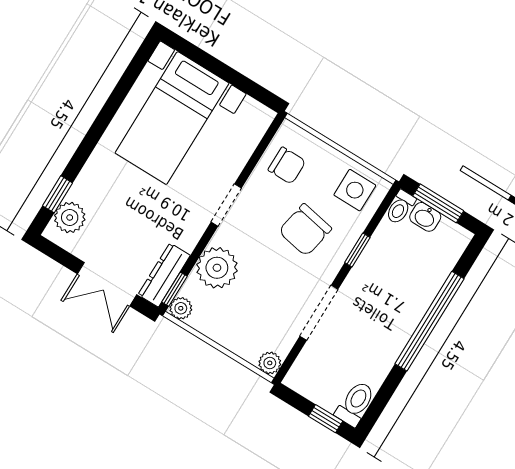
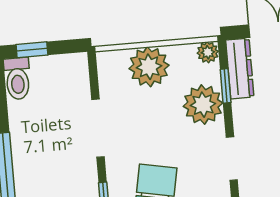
window: (174, 289) -> (226, 86), moved
plant: (270, 363) -> (149, 67), moved, width x1.87, depth x1.87

